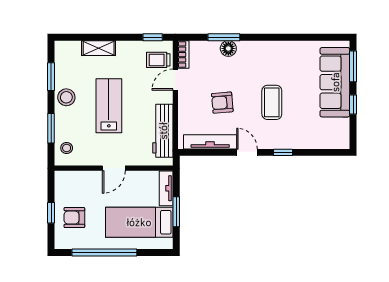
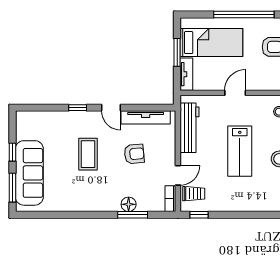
shelving: (99, 48) -> (249, 205), removed

